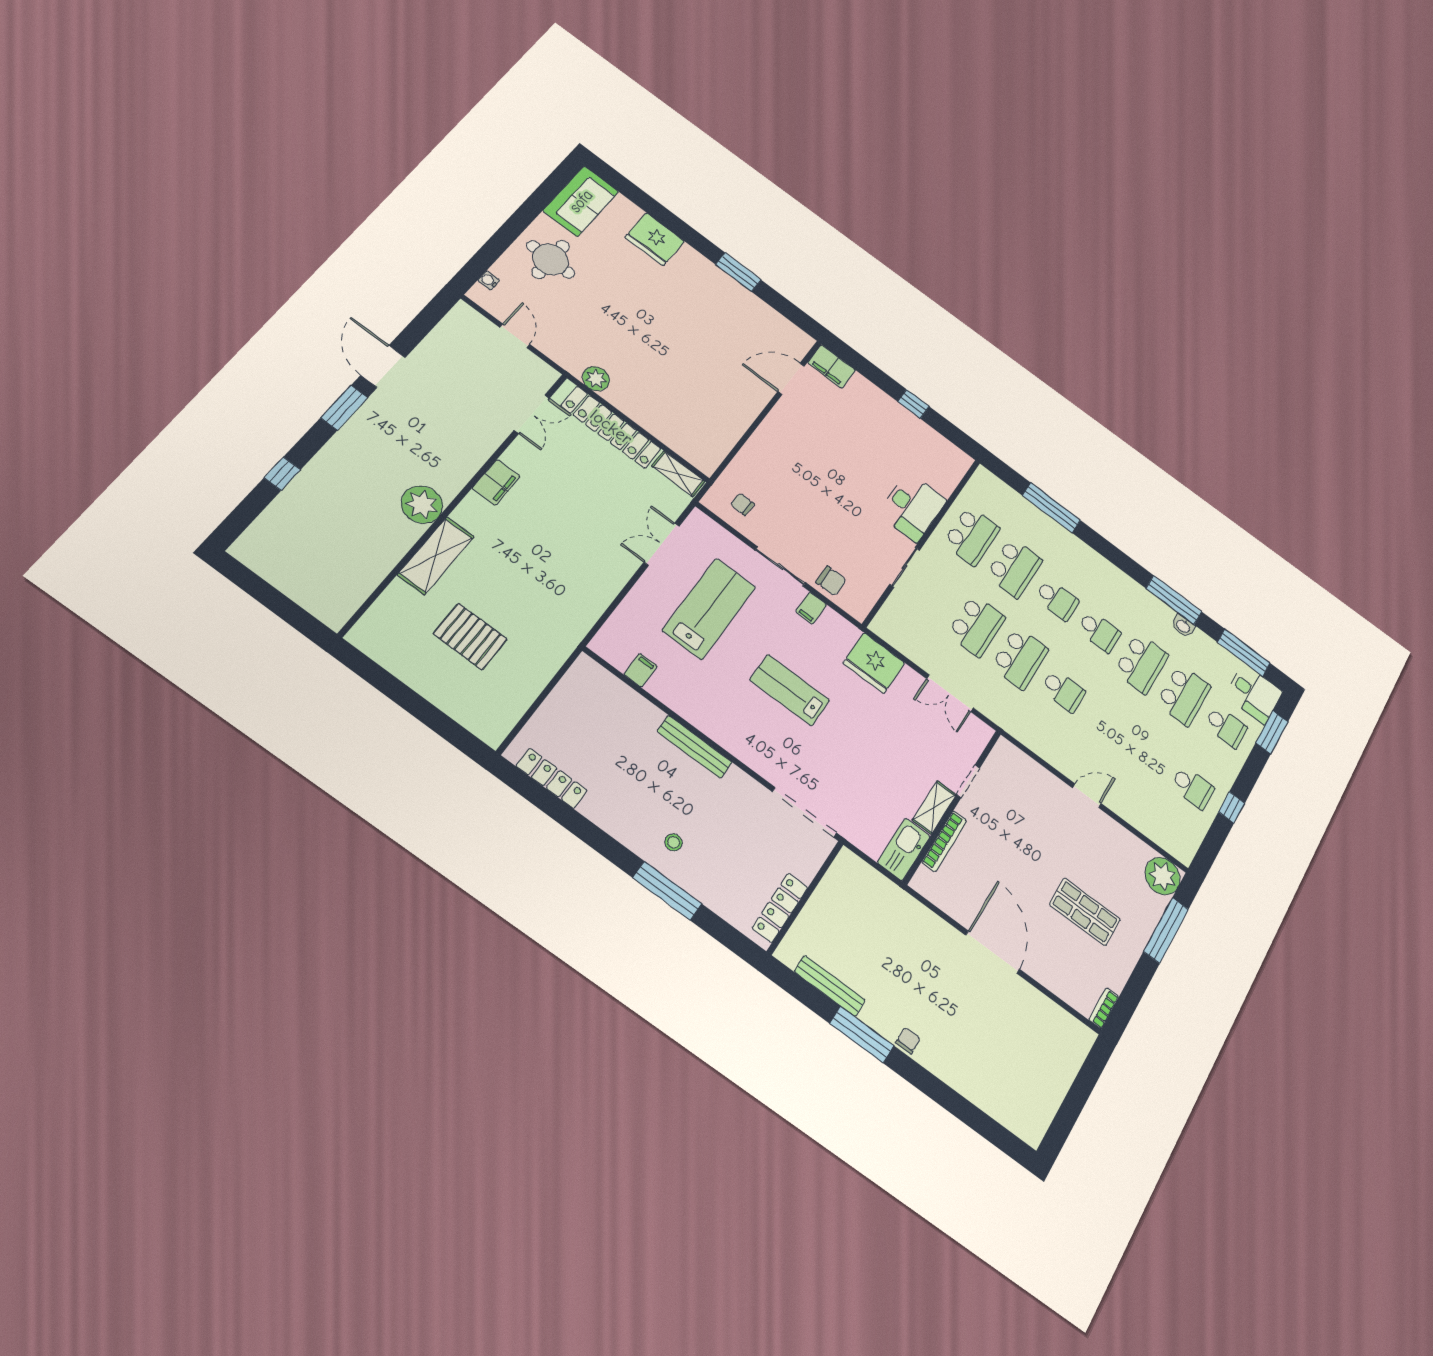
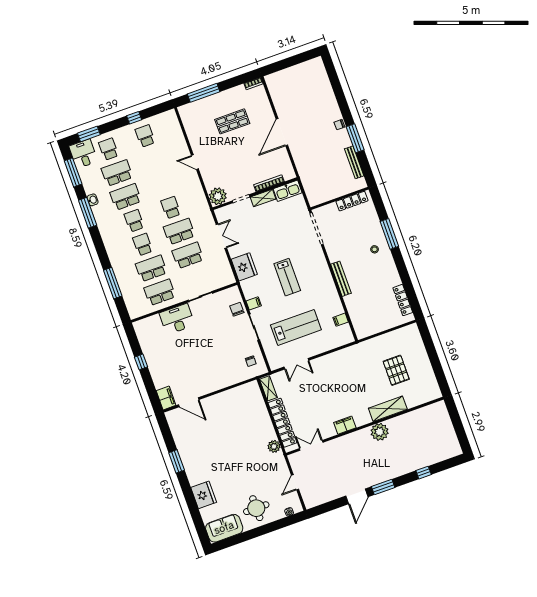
lab bench: (709, 609) -> (296, 327), turned 180
plant: (1163, 876) -> (218, 196), moved
shop shelf: (1085, 912) -> (232, 121), turned 90

